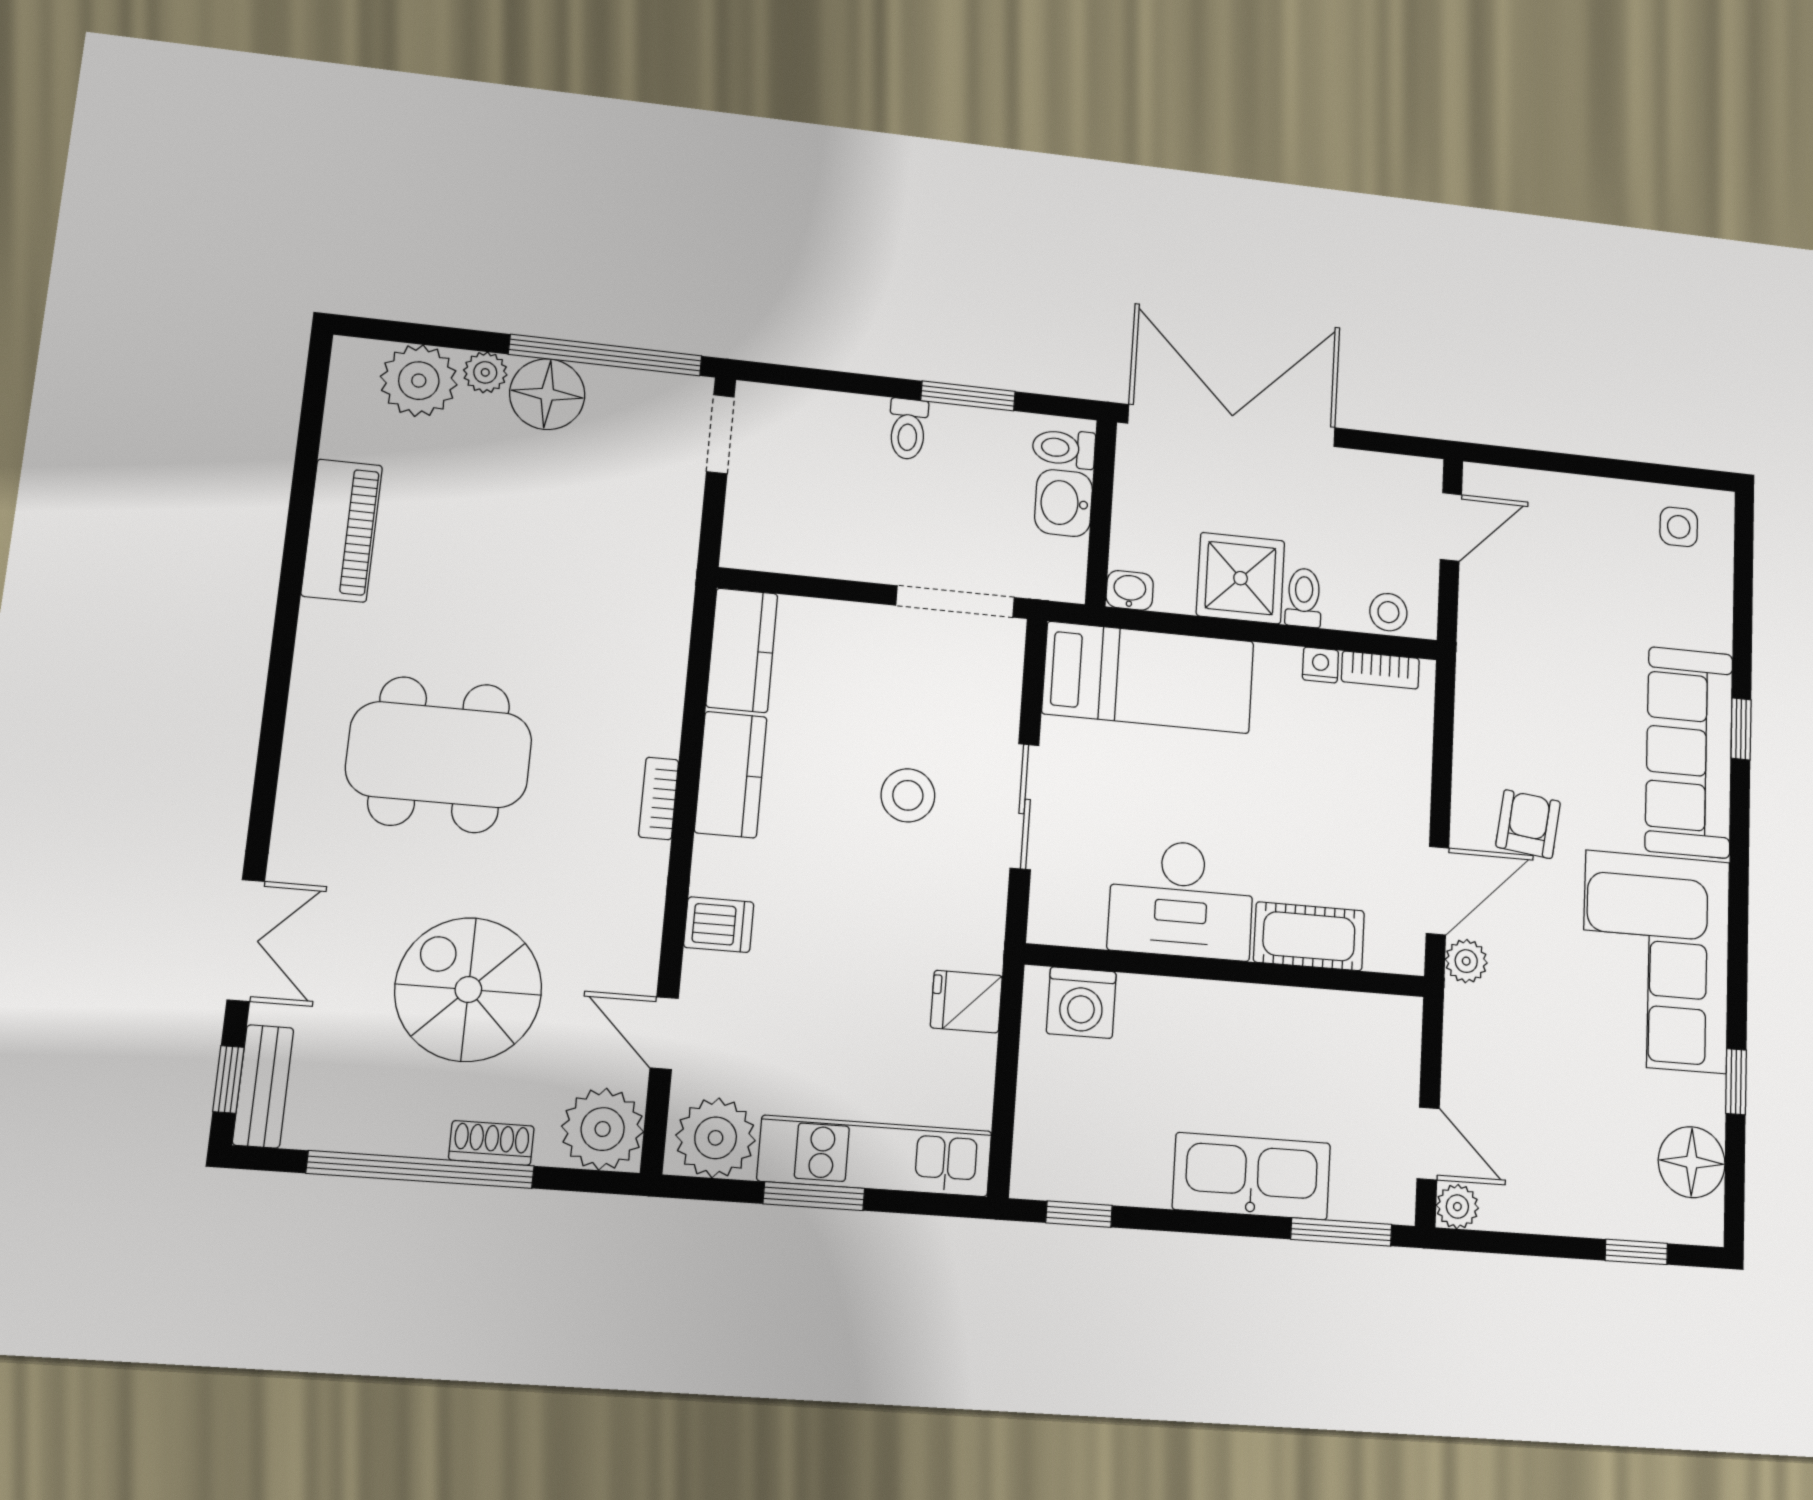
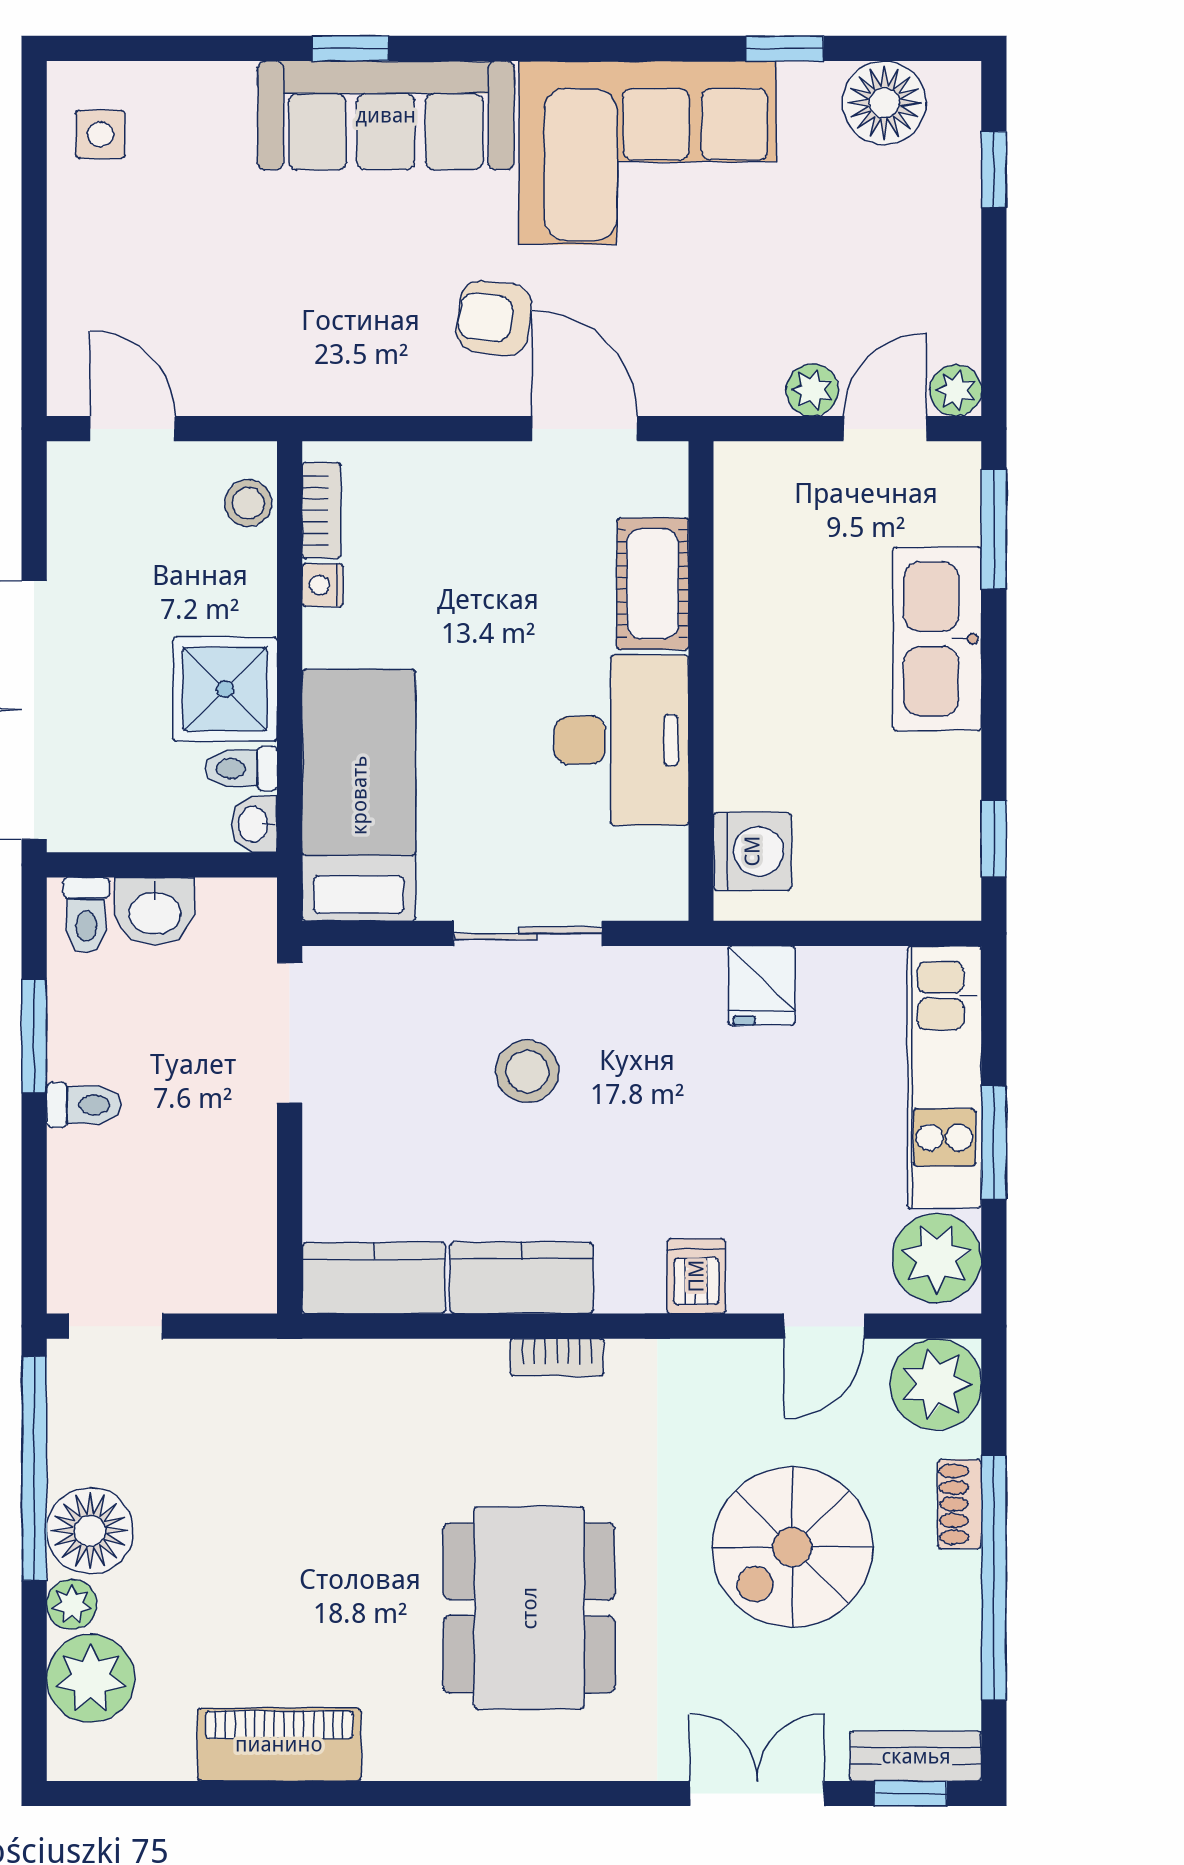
toilet: (1304, 598) -> (241, 769), moved
plant: (1466, 961) -> (812, 390), moved

